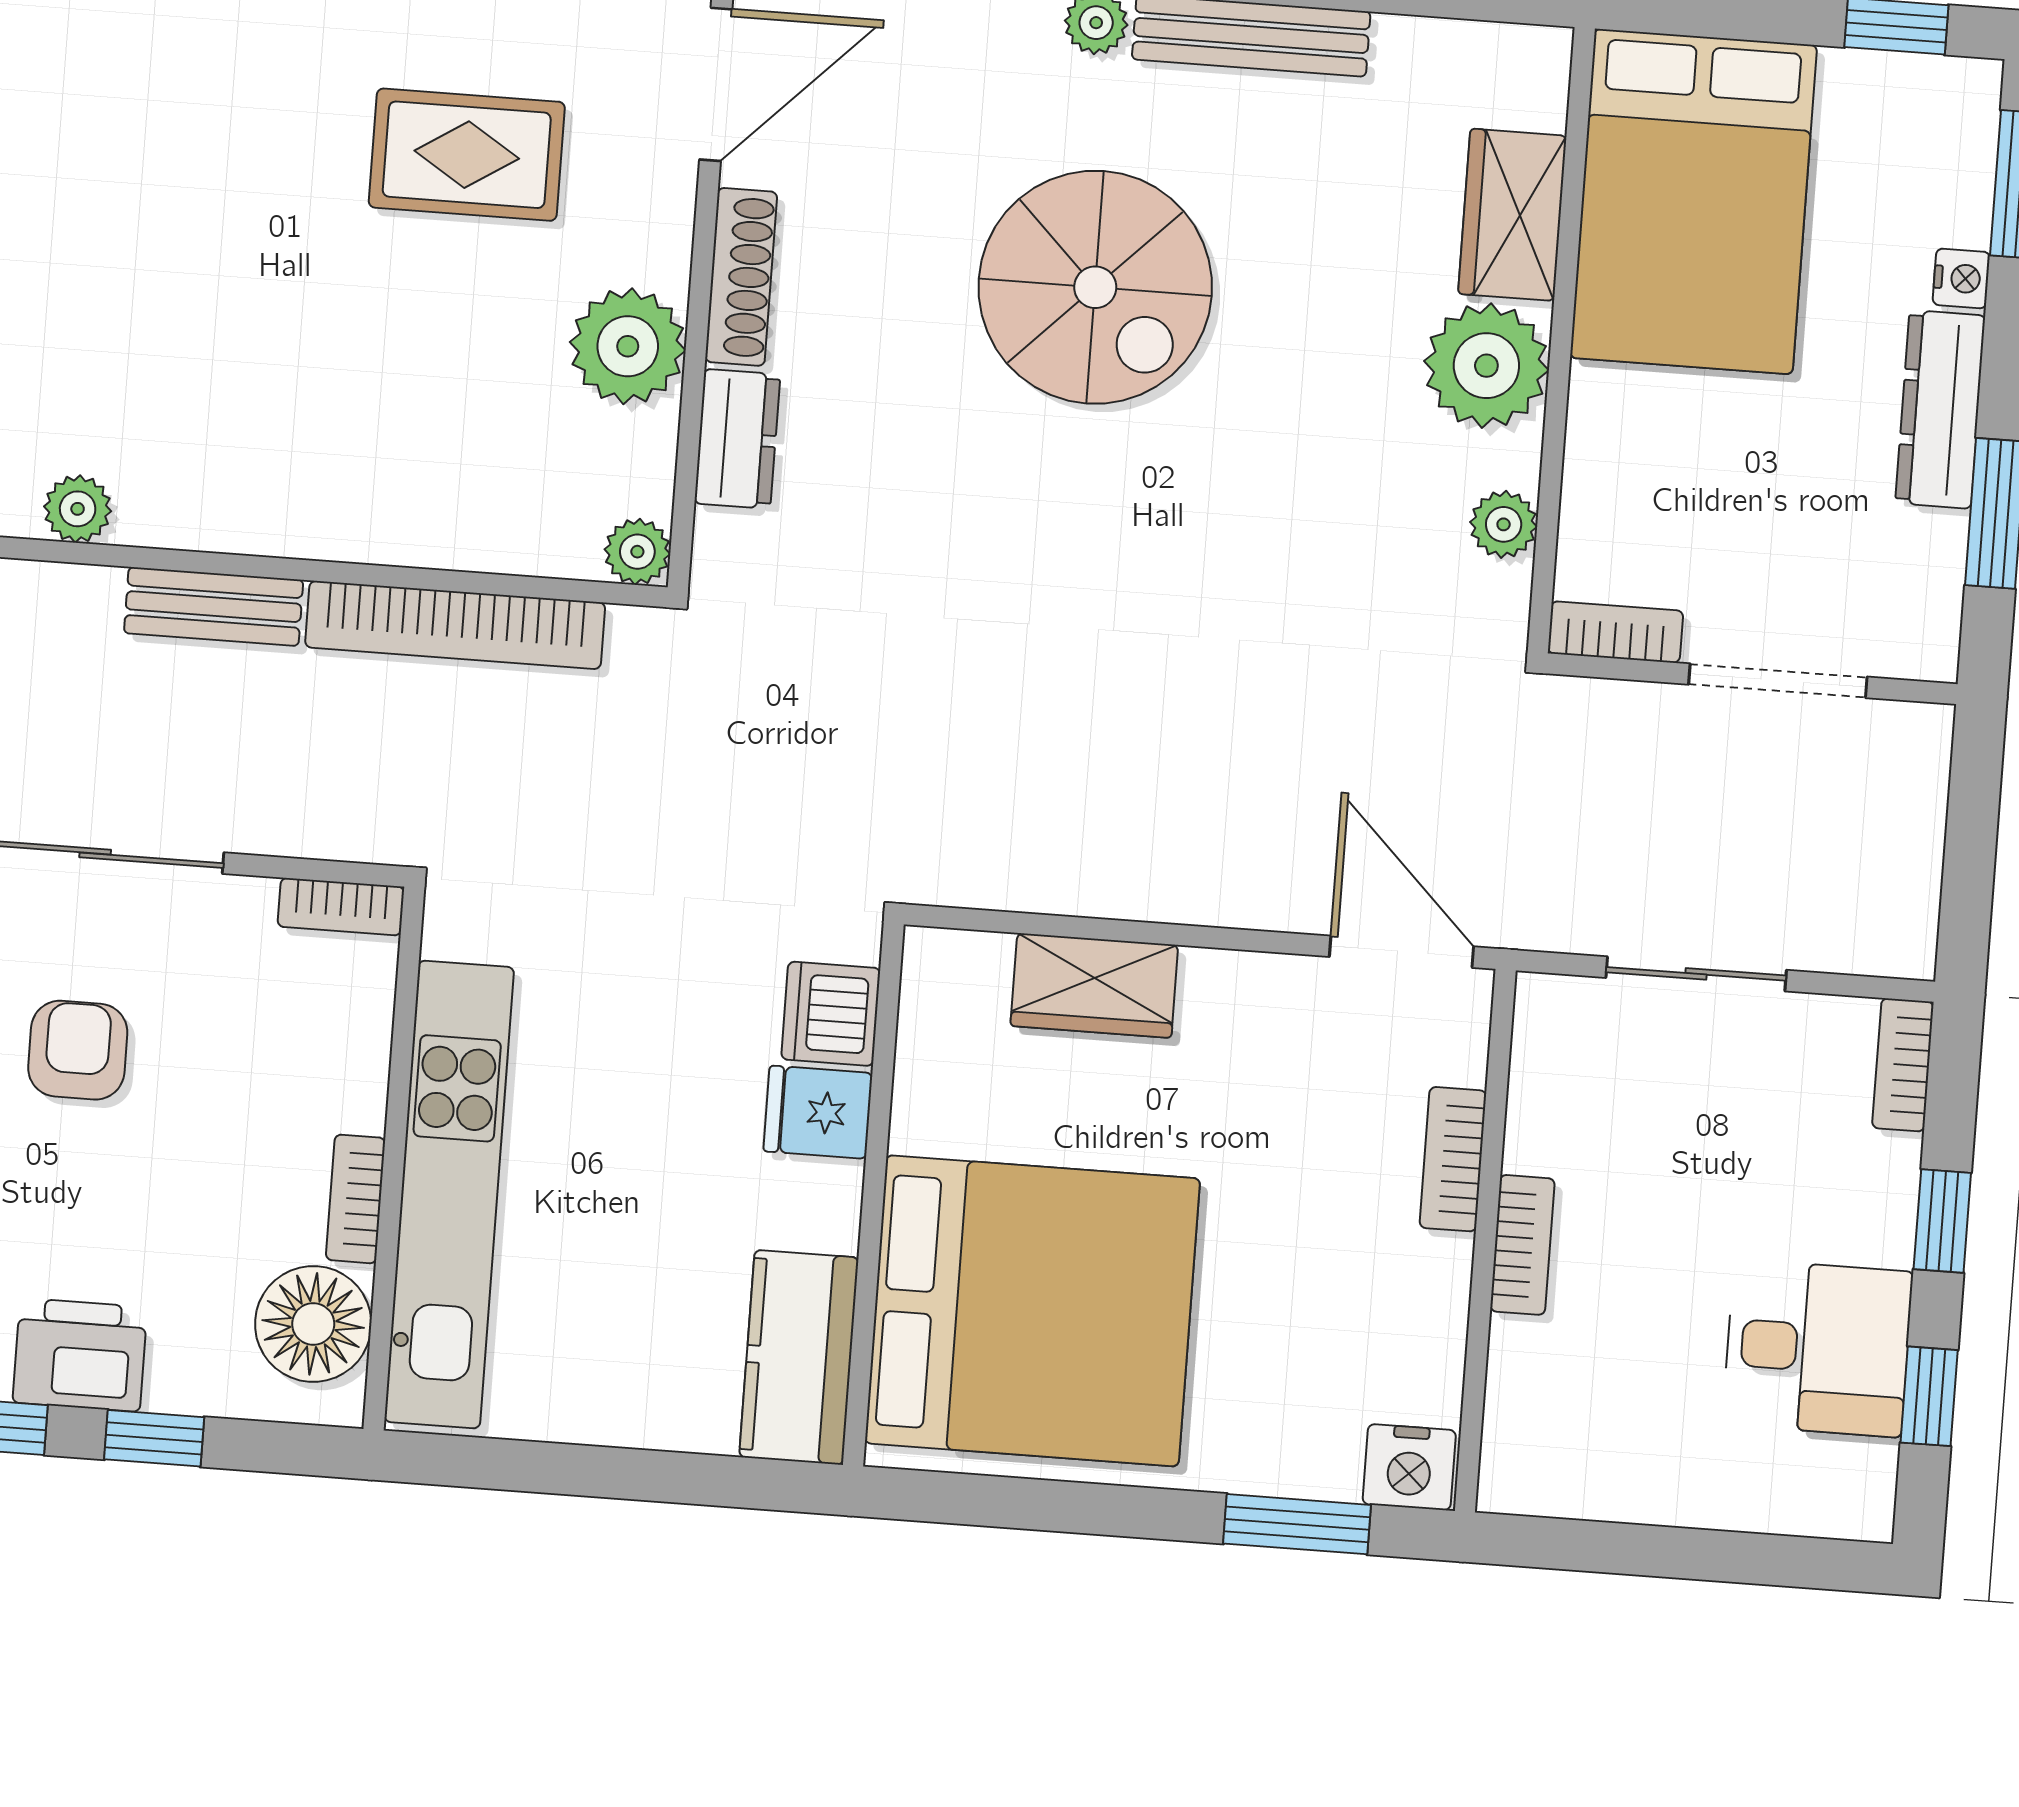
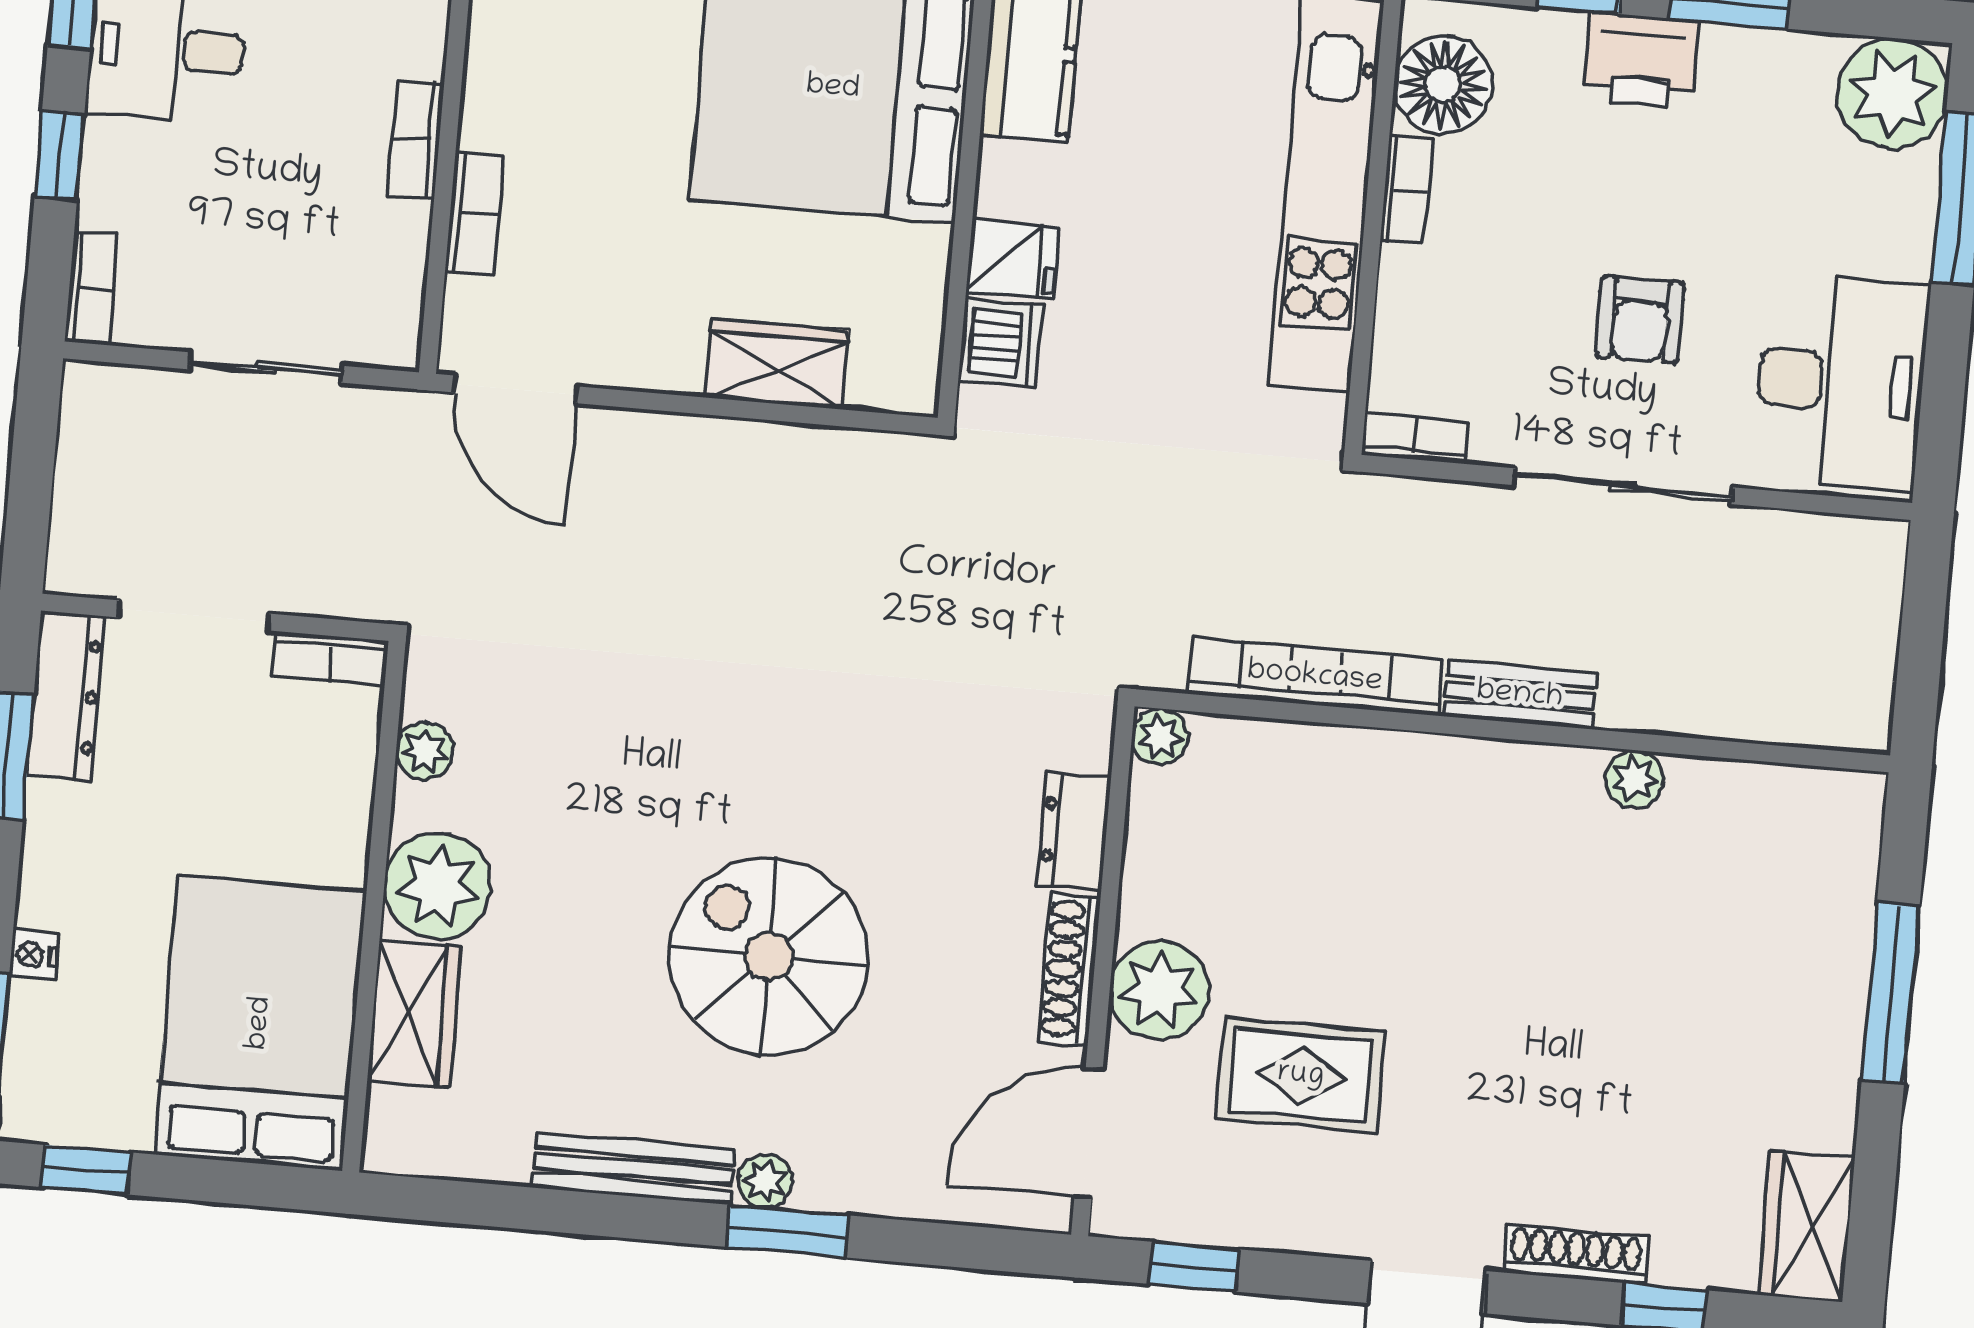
plant: (628, 346) -> (1159, 990), moved
dresser: (1940, 409) -> (66, 695), moved

